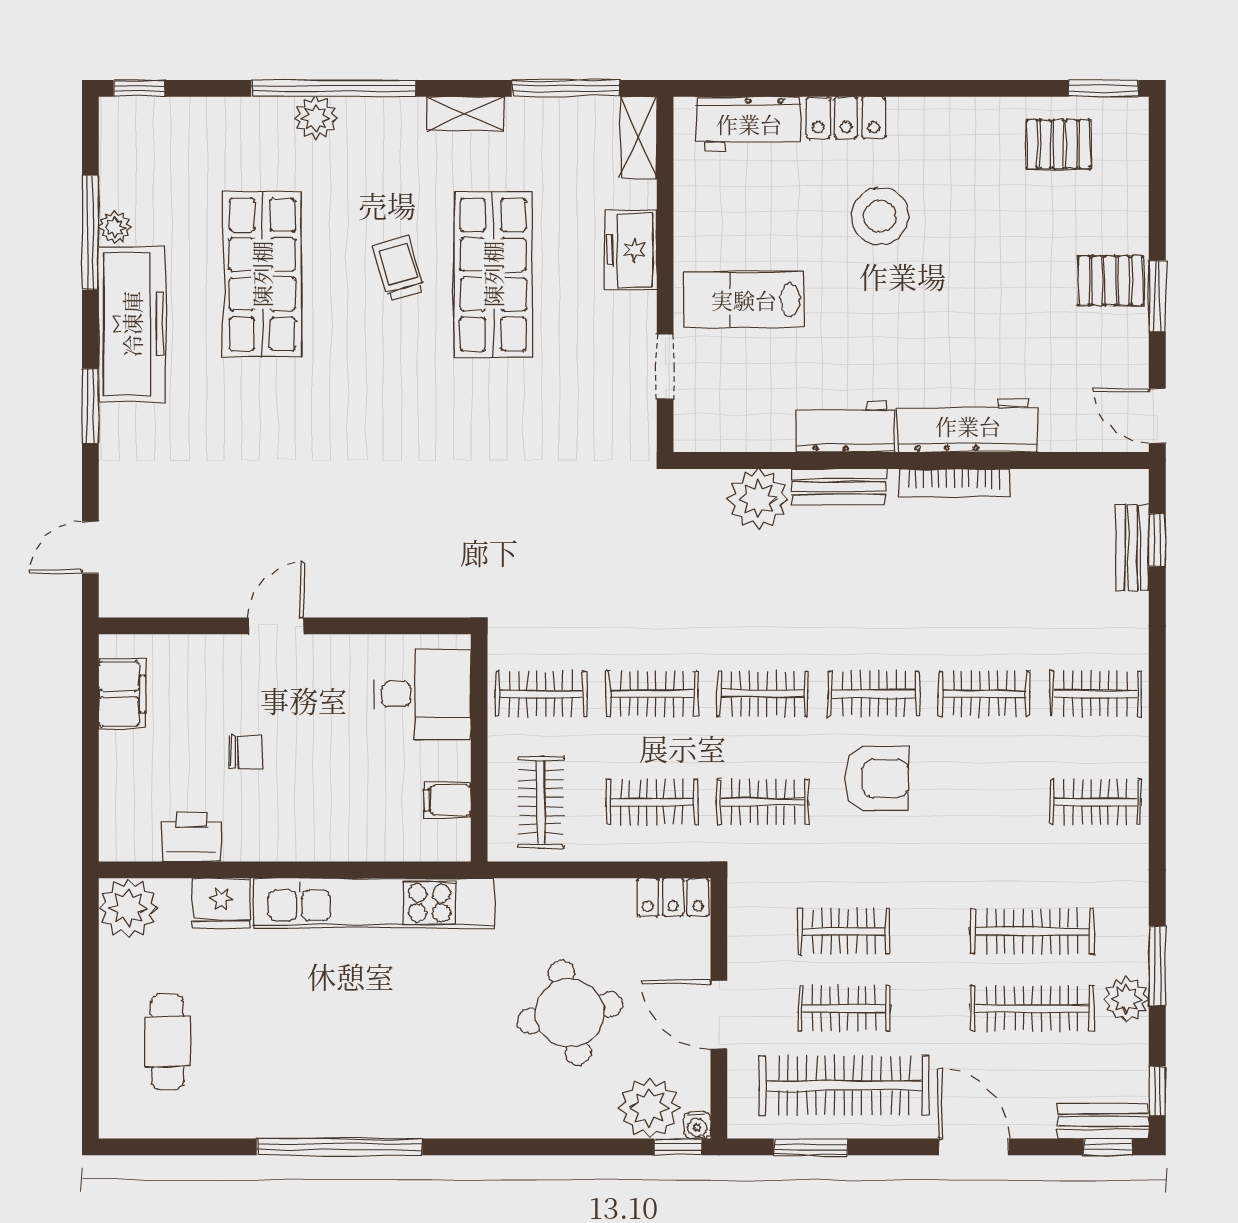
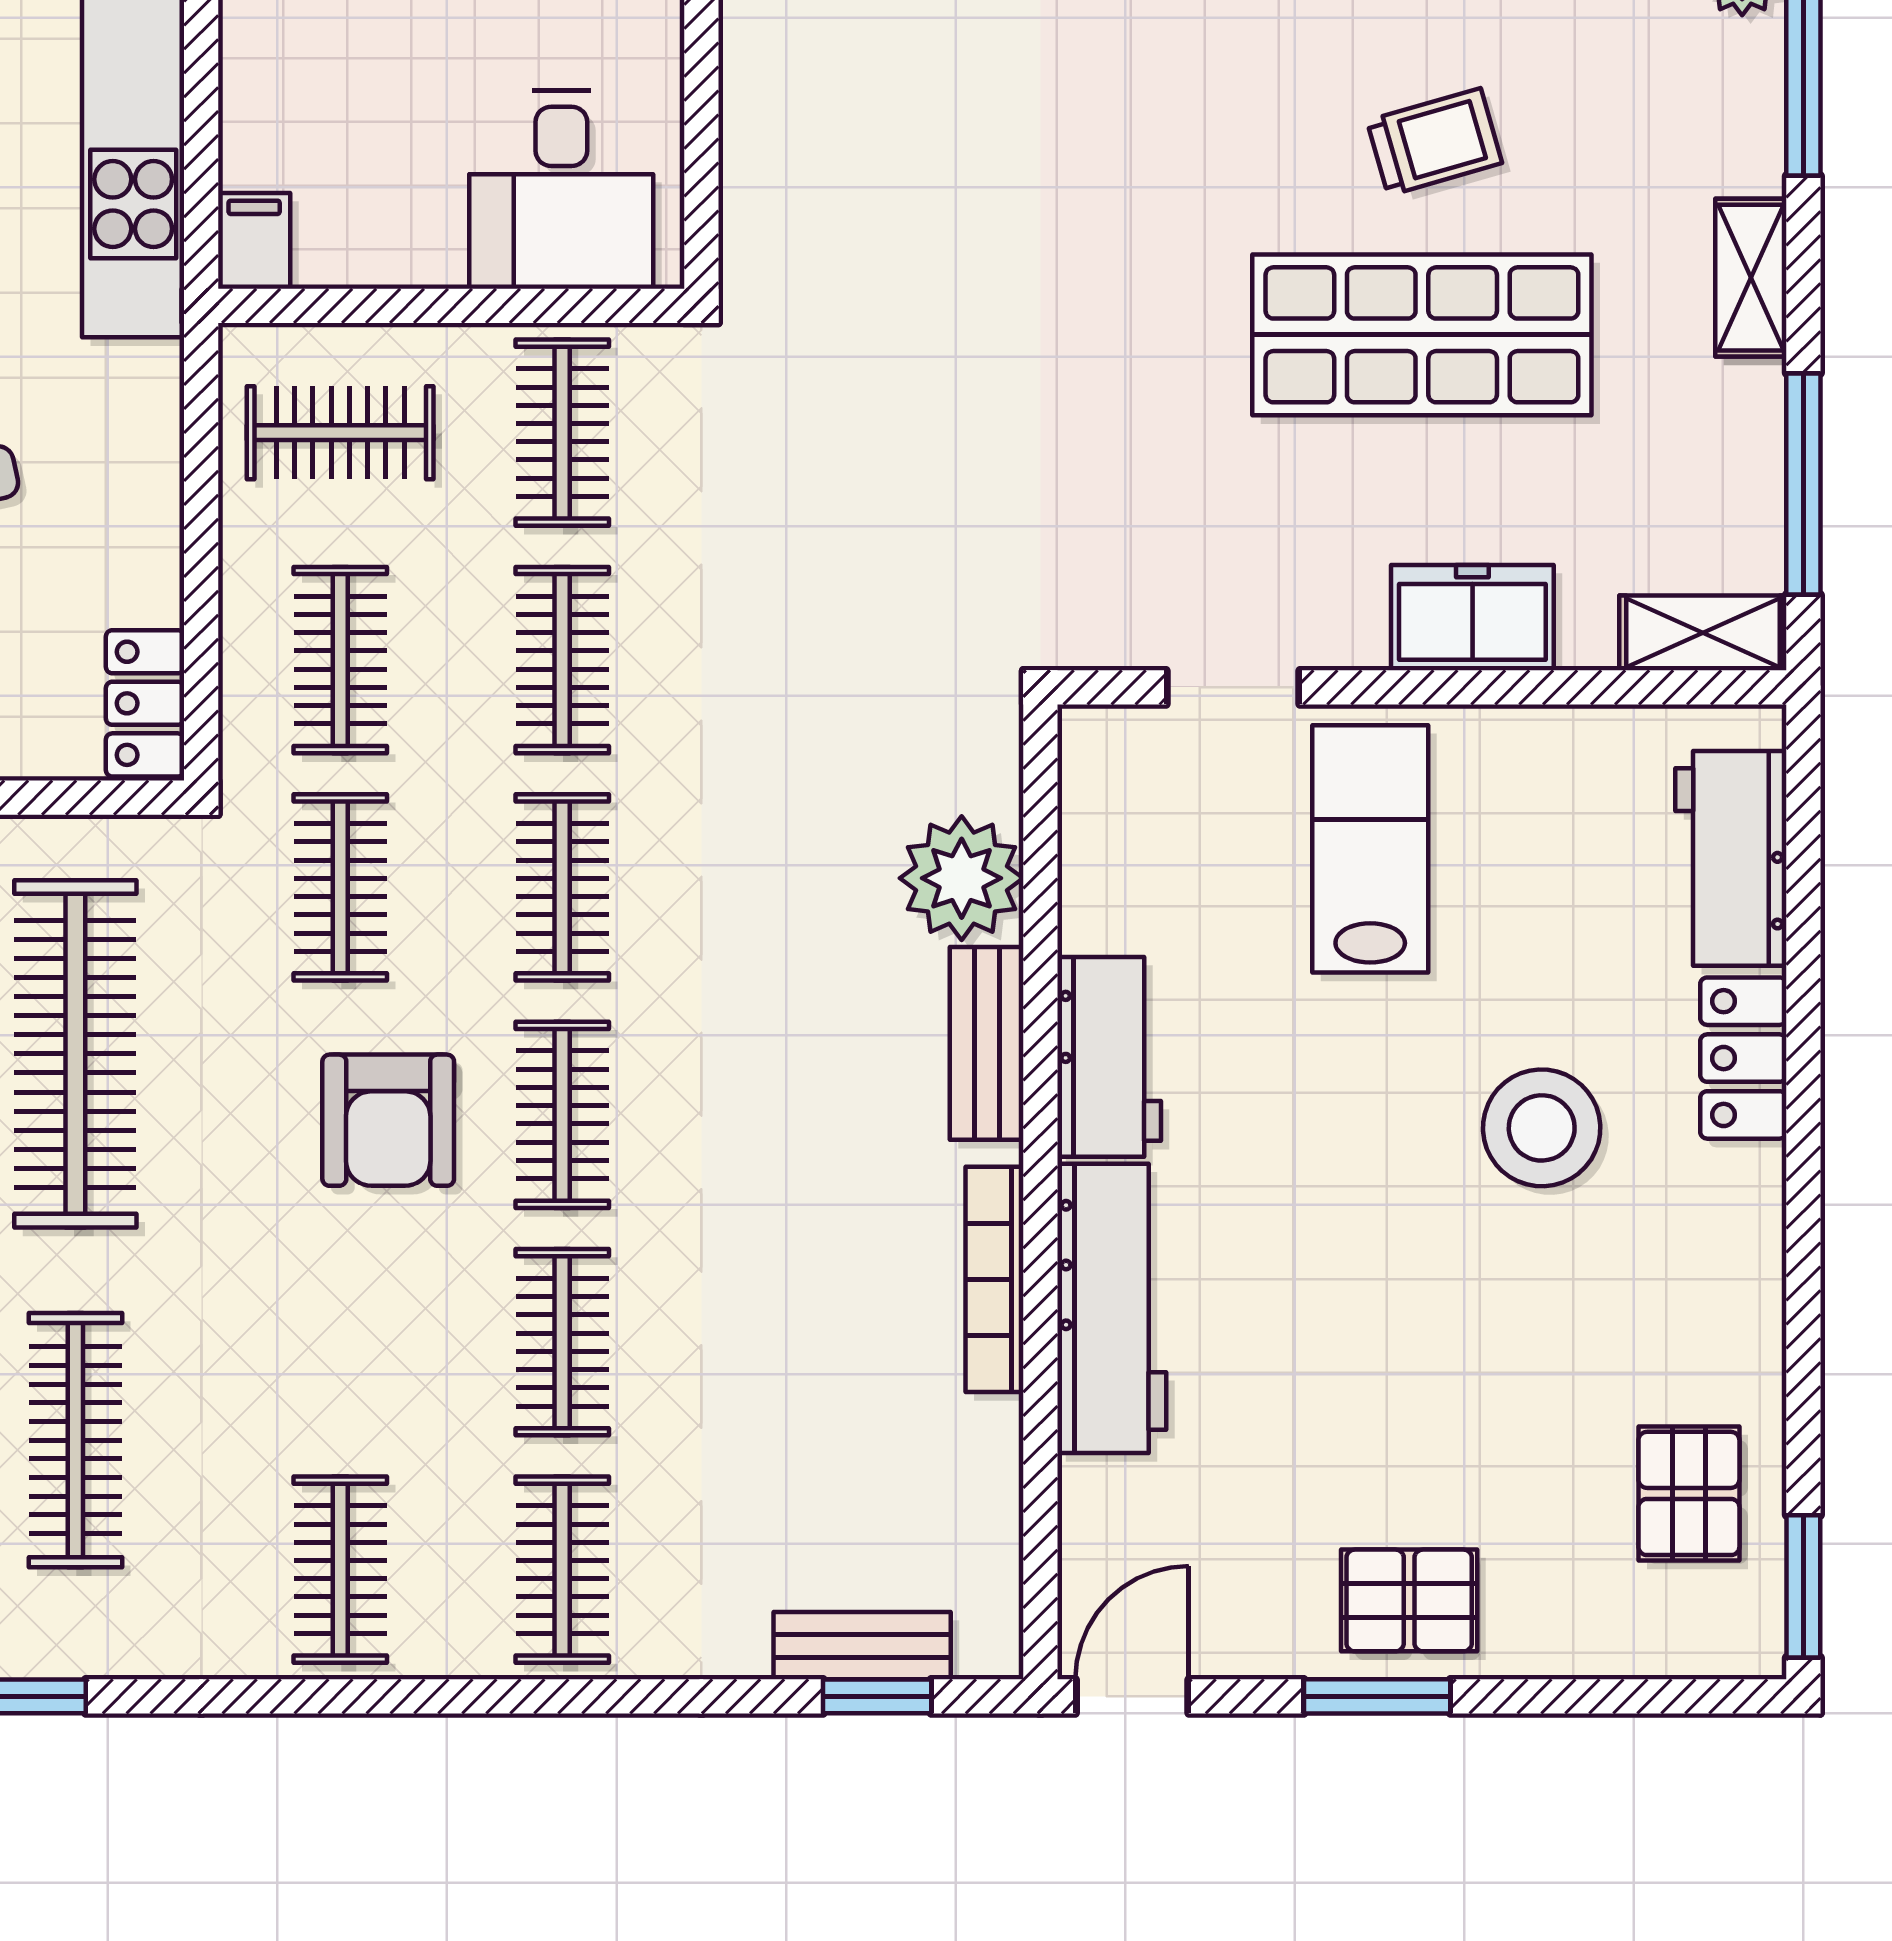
pallet: (1110, 281) -> (1409, 1600), turned 90
filing cabinet: (447, 800) -> (254, 241), moved
clothes rail: (844, 931) -> (75, 1054), width x1.86, depth x1.31

